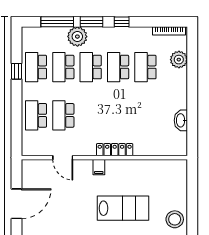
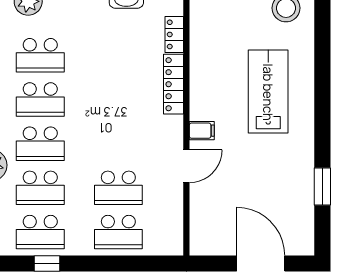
locker: (115, 150) -> (174, 84), moved
locker: (158, 150) -> (174, 34), added
door: (63, 158) -> (186, 166), moved

